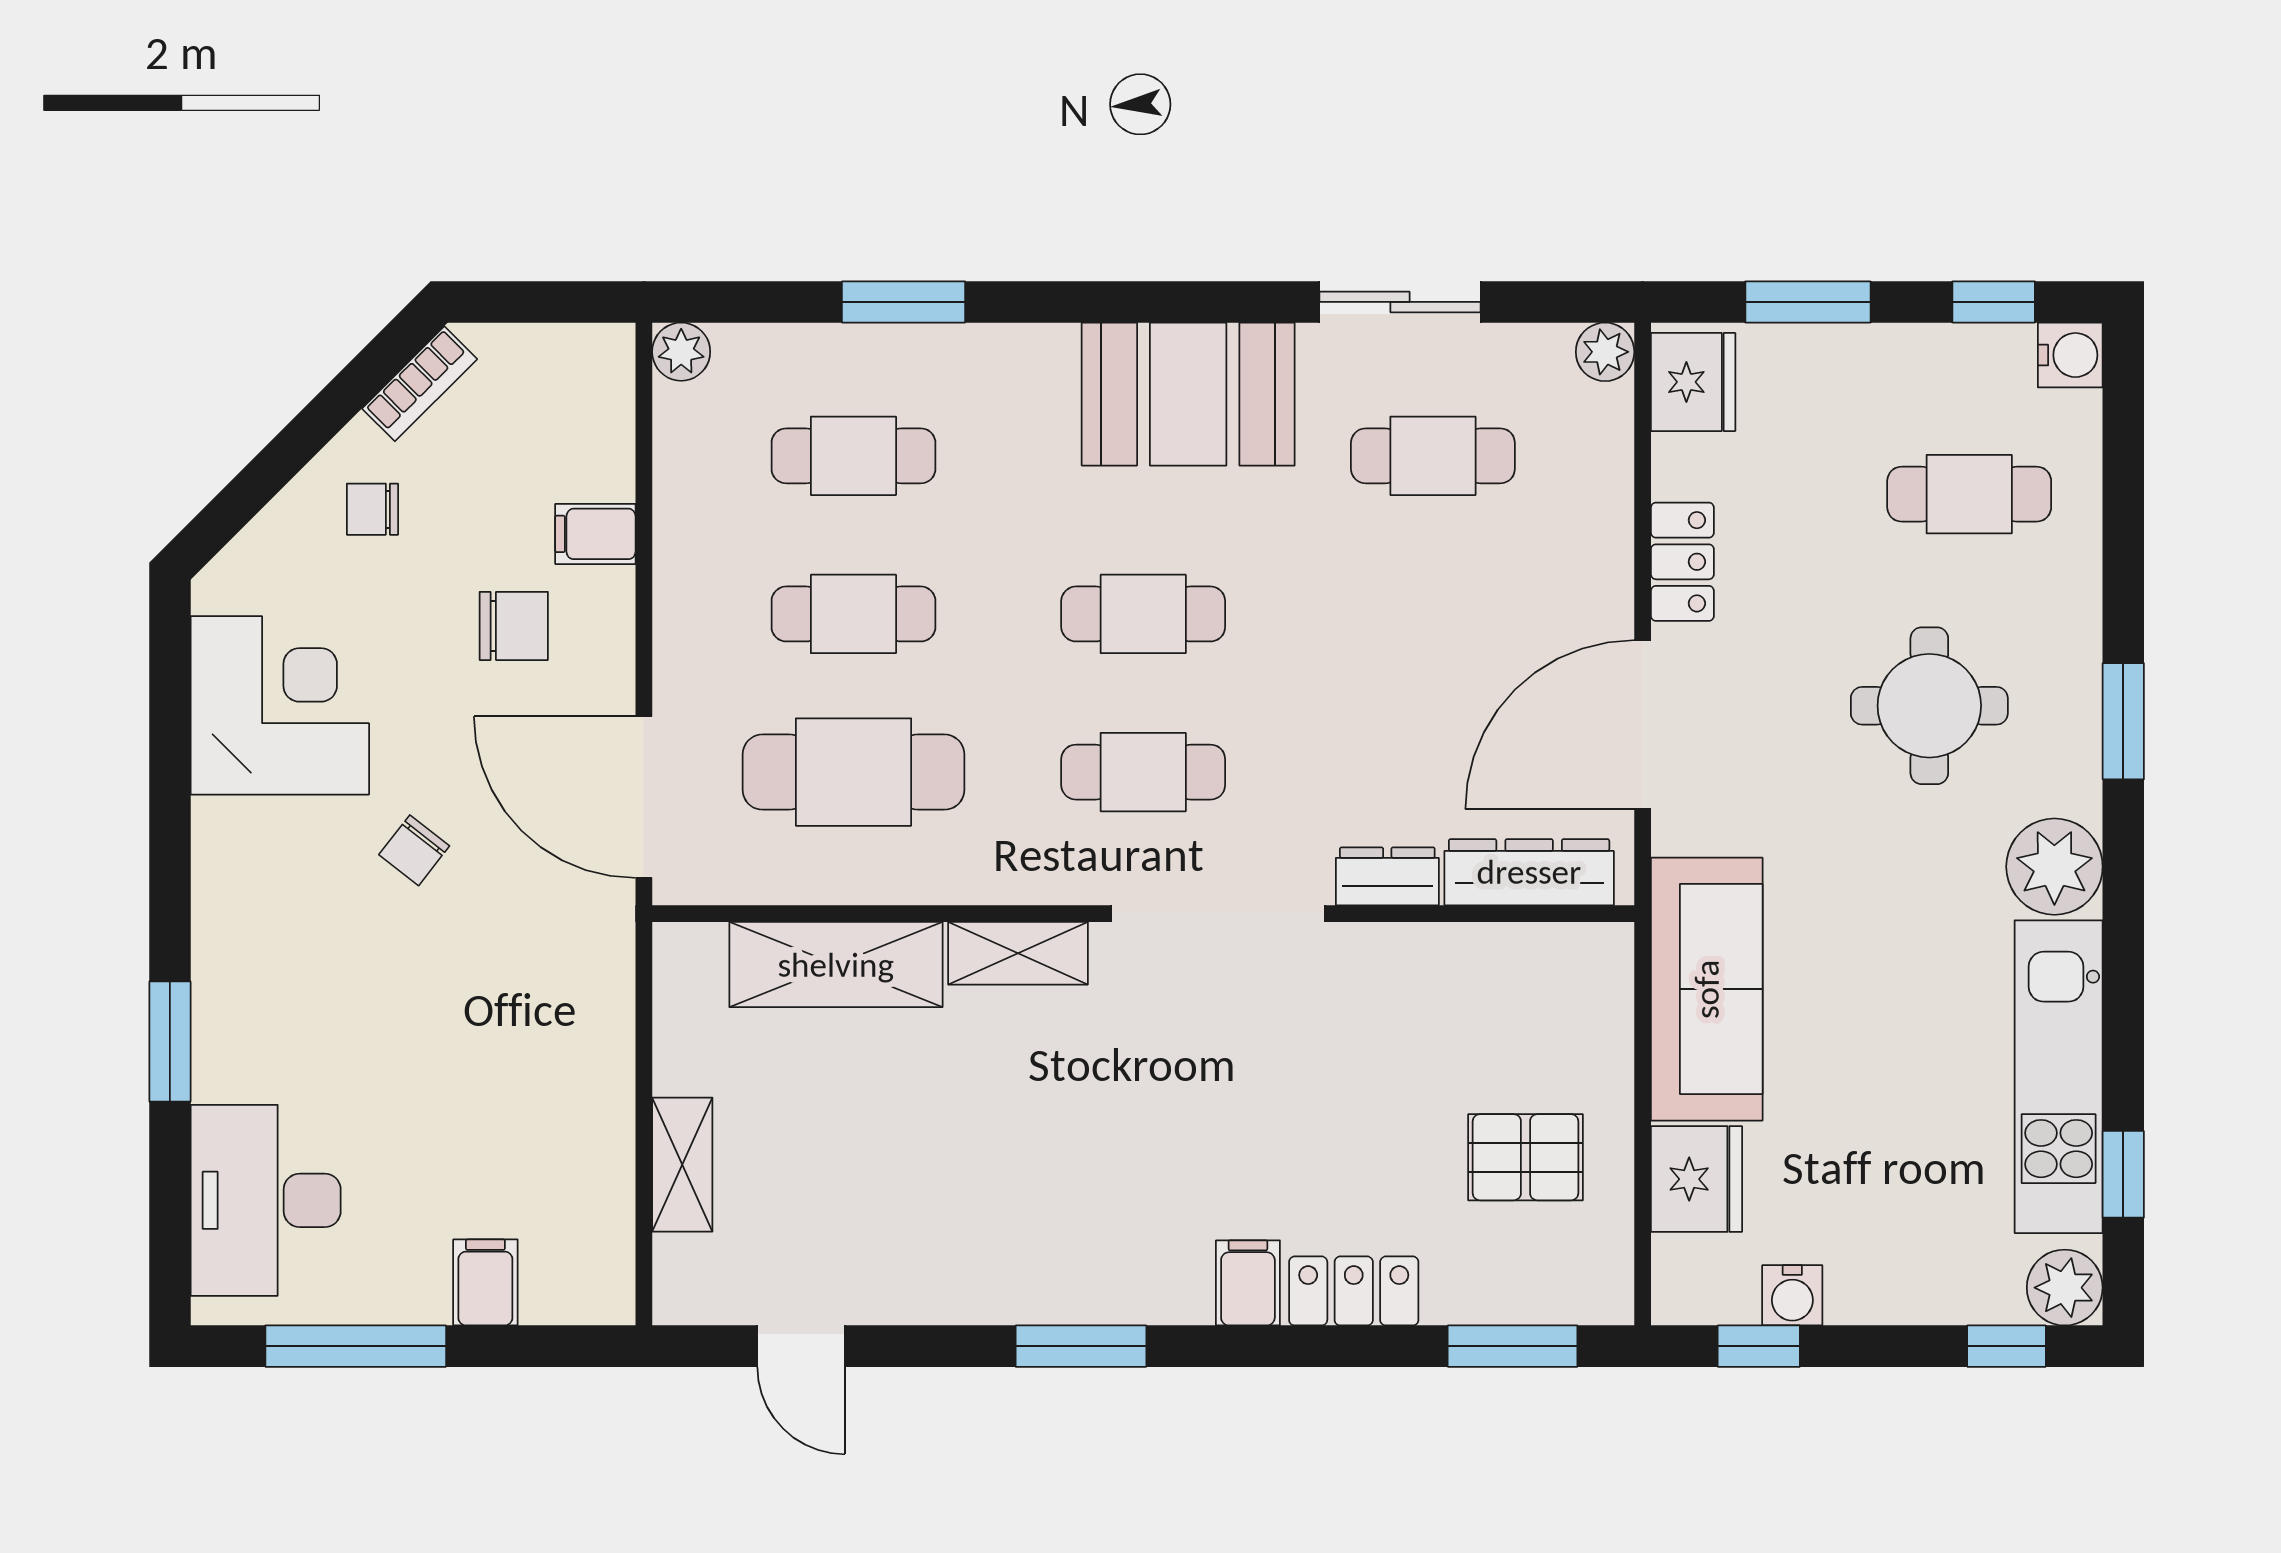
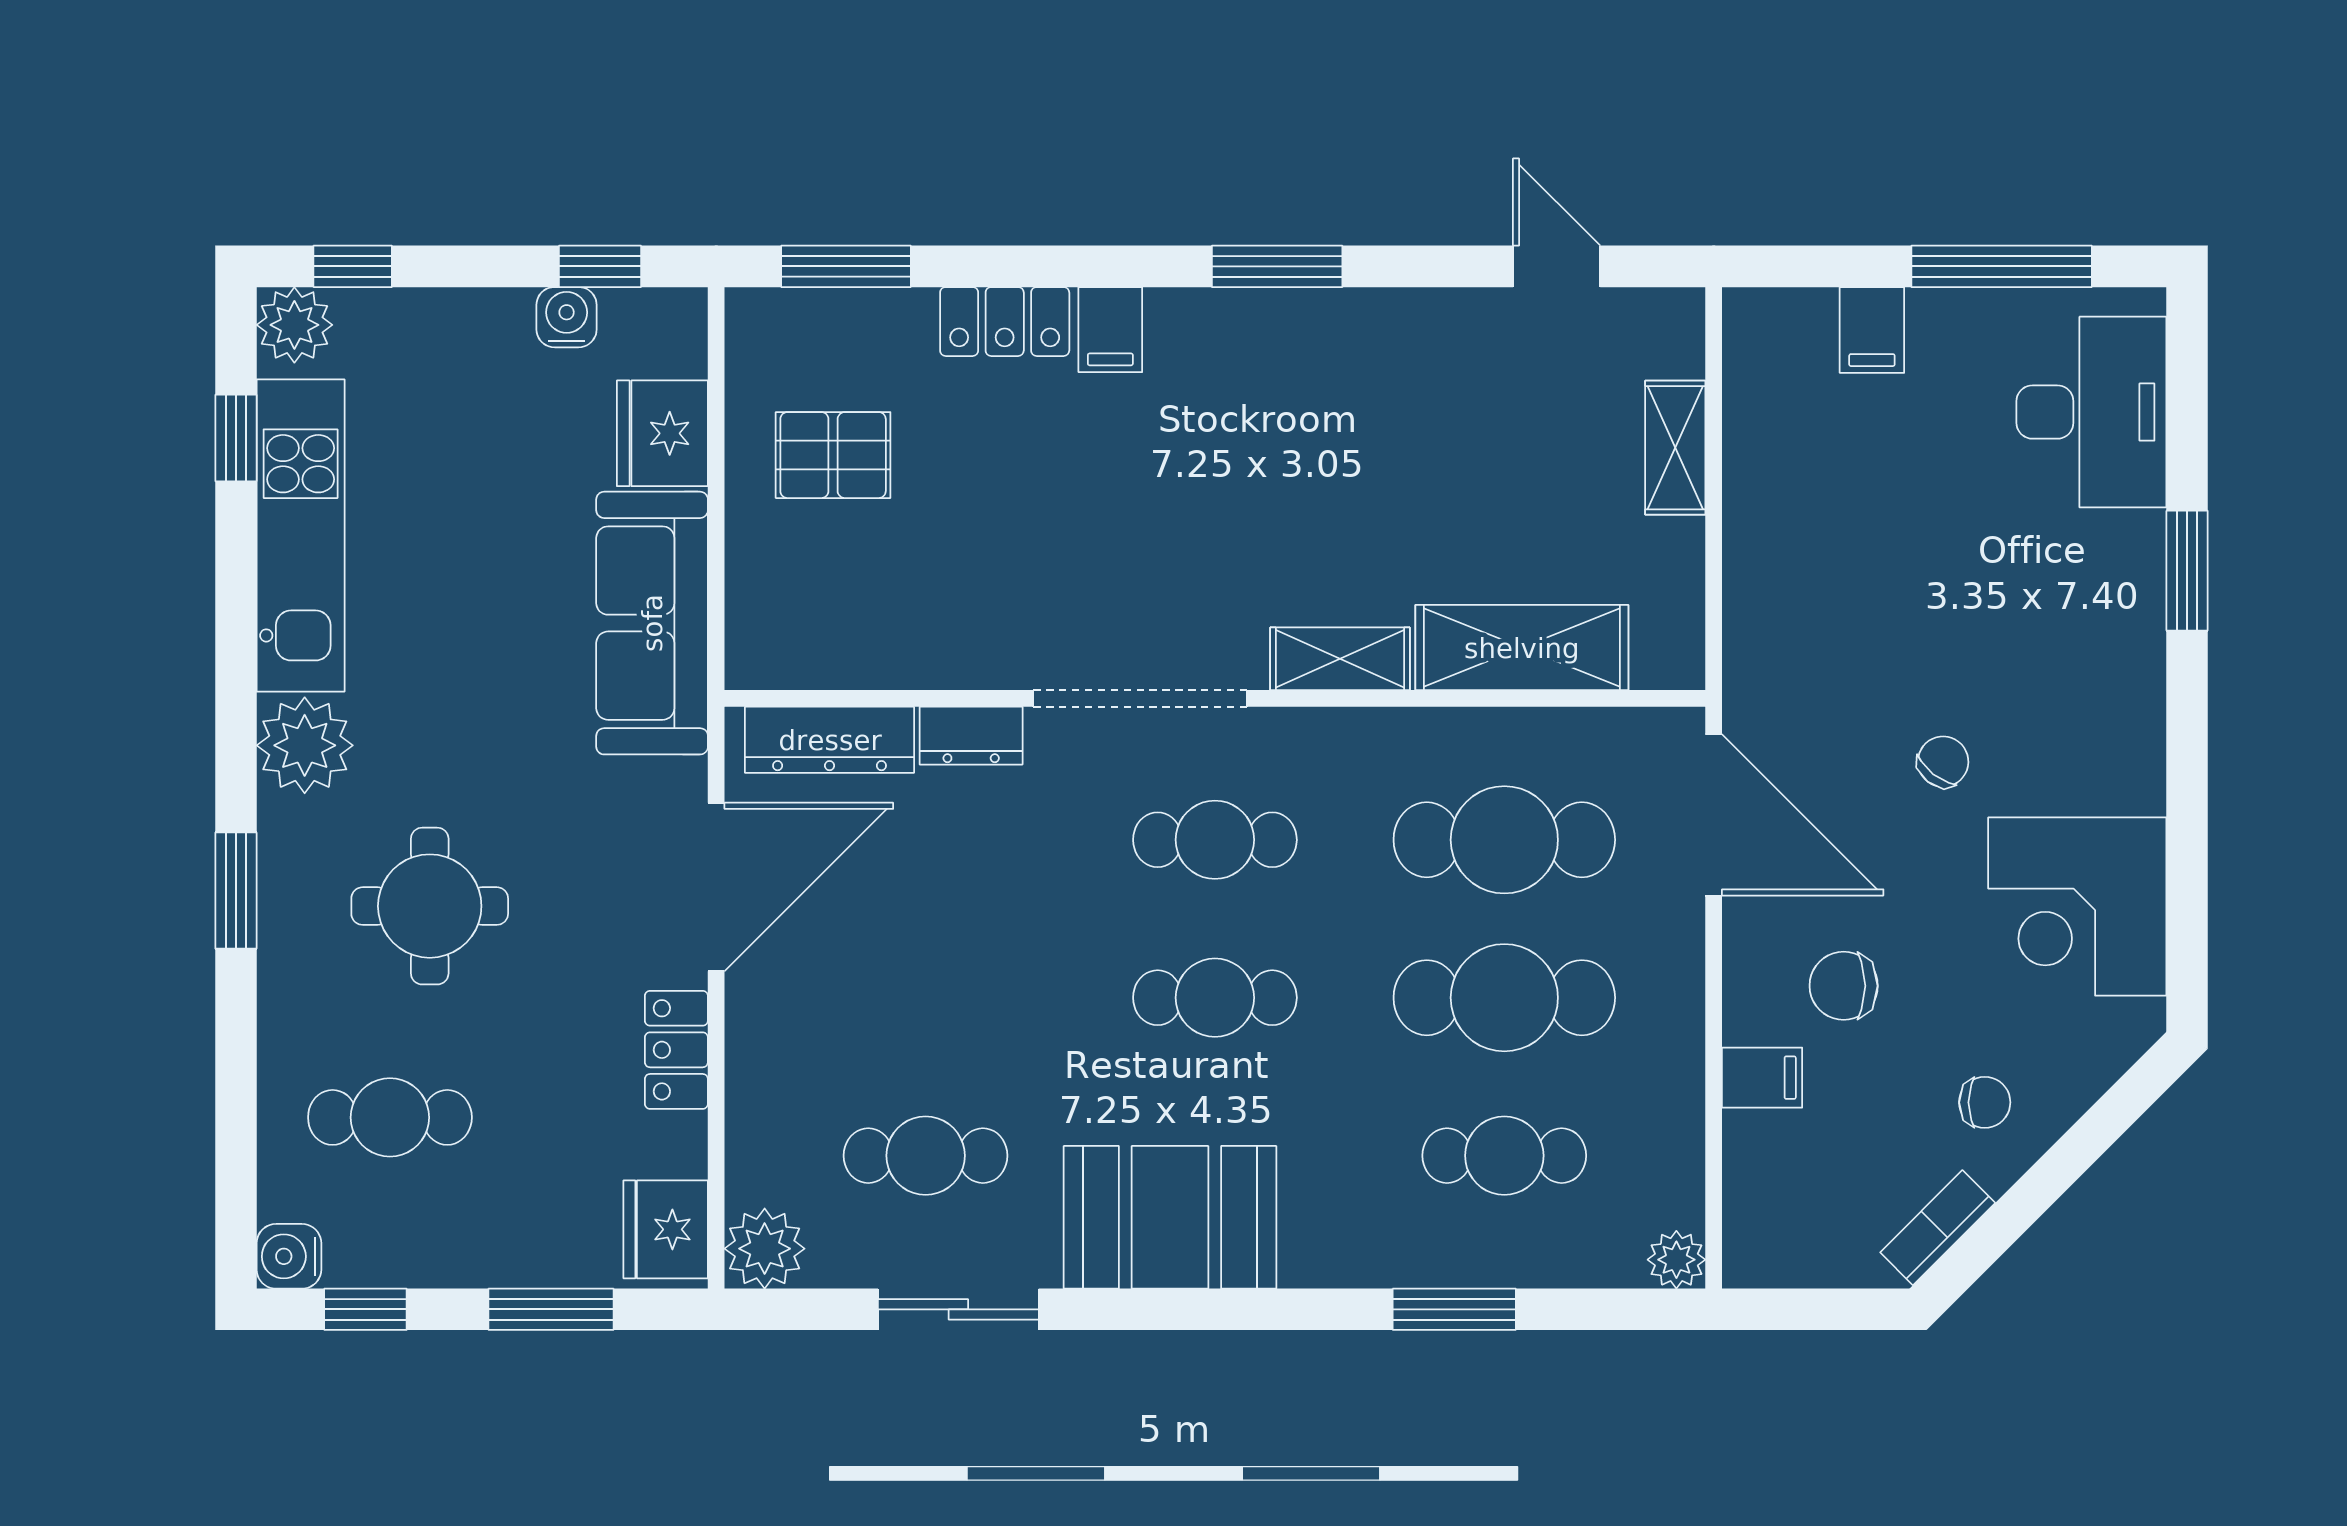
plant: (1605, 352) -> (765, 1249), width x1.38, depth x1.38
cafe table: (853, 614) -> (1504, 998), width x1.37, depth x1.35

